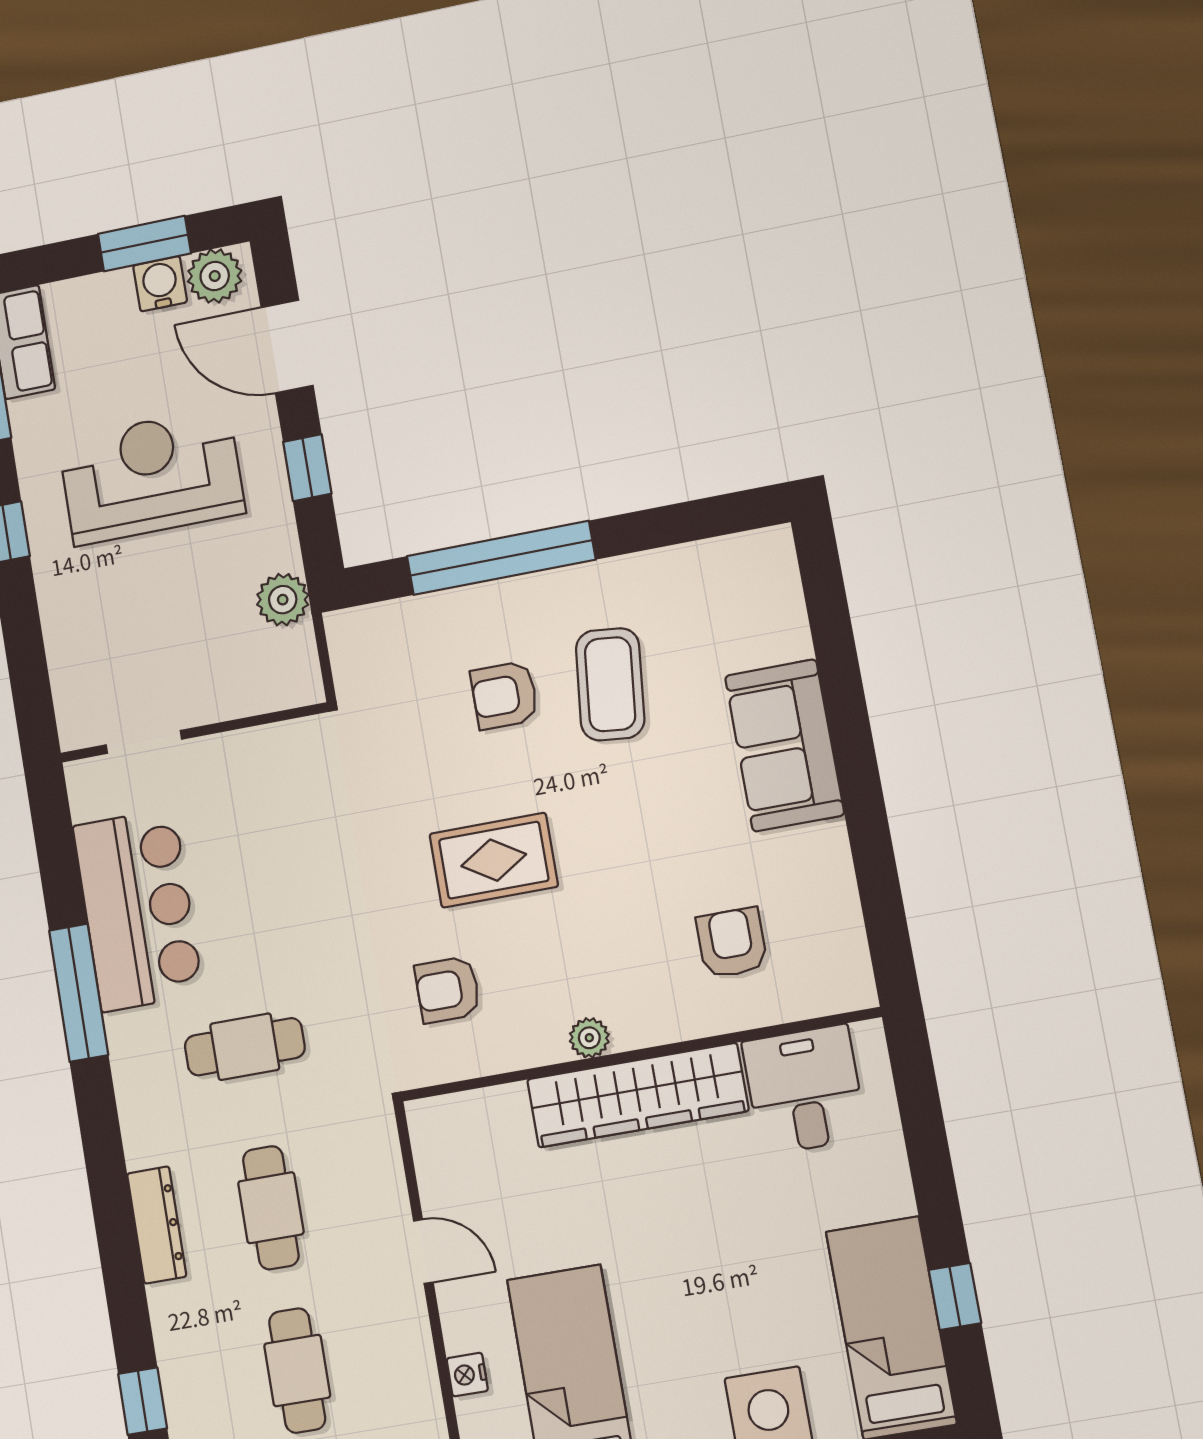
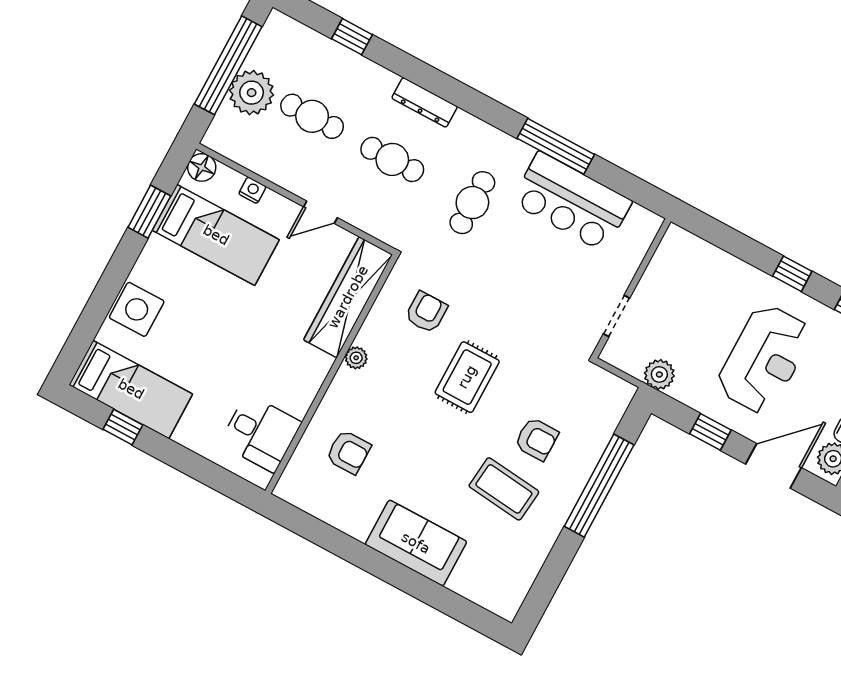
armchair: (504, 695) -> (536, 439), turned 90
doorway: (144, 742) -> (617, 316), moved
wardrobe: (638, 1095) -> (348, 297), moved

